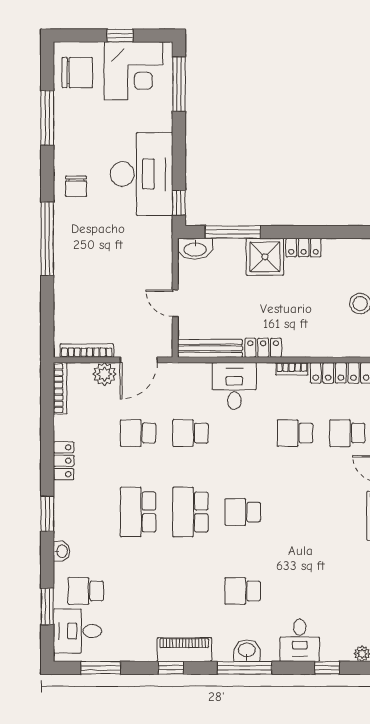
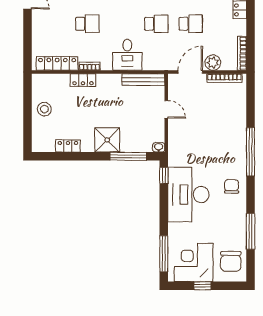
chair: (77, 73) -> (231, 261), turned -90
locker: (304, 248) -> (68, 146), moved
washbasin: (195, 249) -> (159, 147), width x0.52, depth x0.69
locker: (263, 348) -> (83, 80), moved
school desk: (347, 433) -> (53, 24), removed

